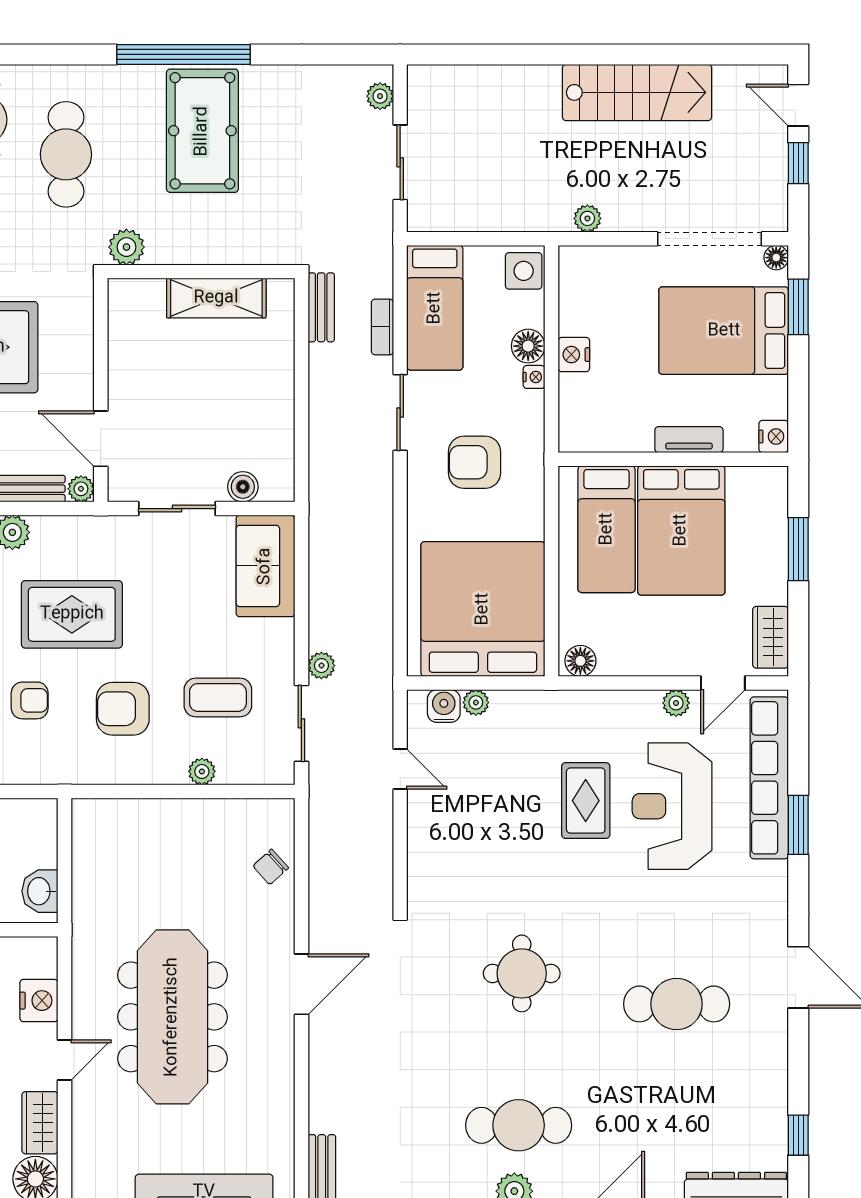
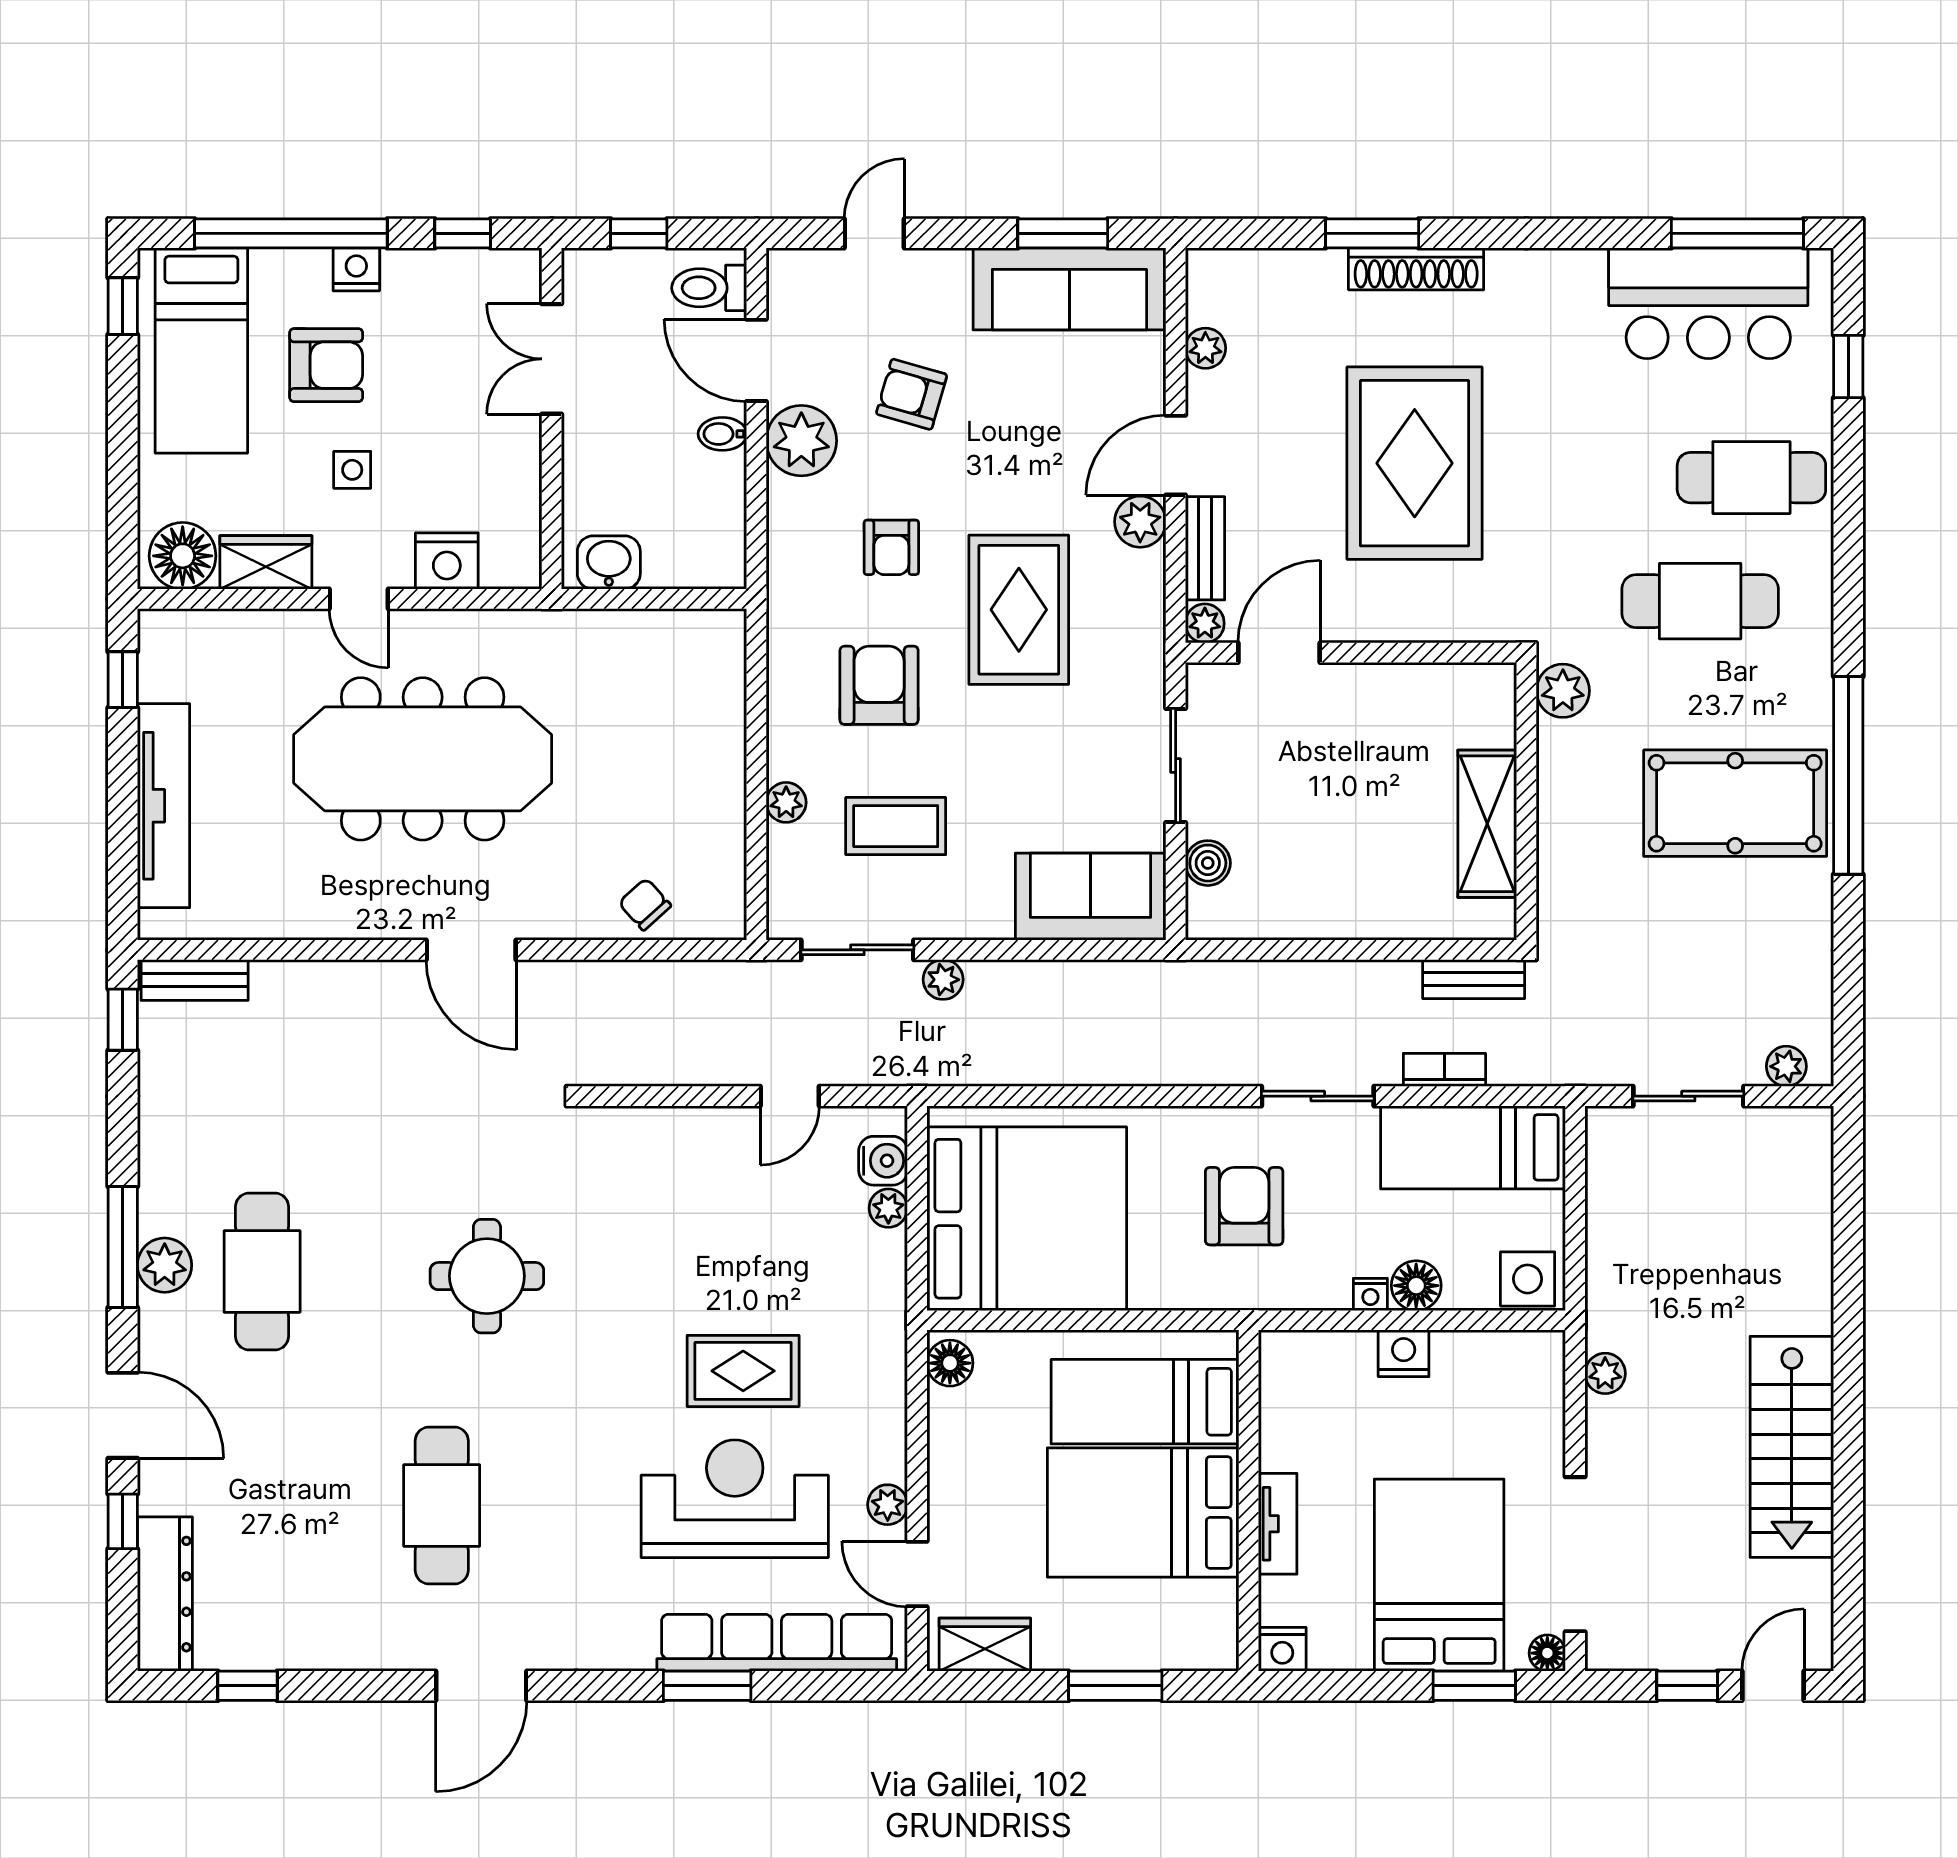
coffee table: (218, 697) -> (896, 826), turned 90

